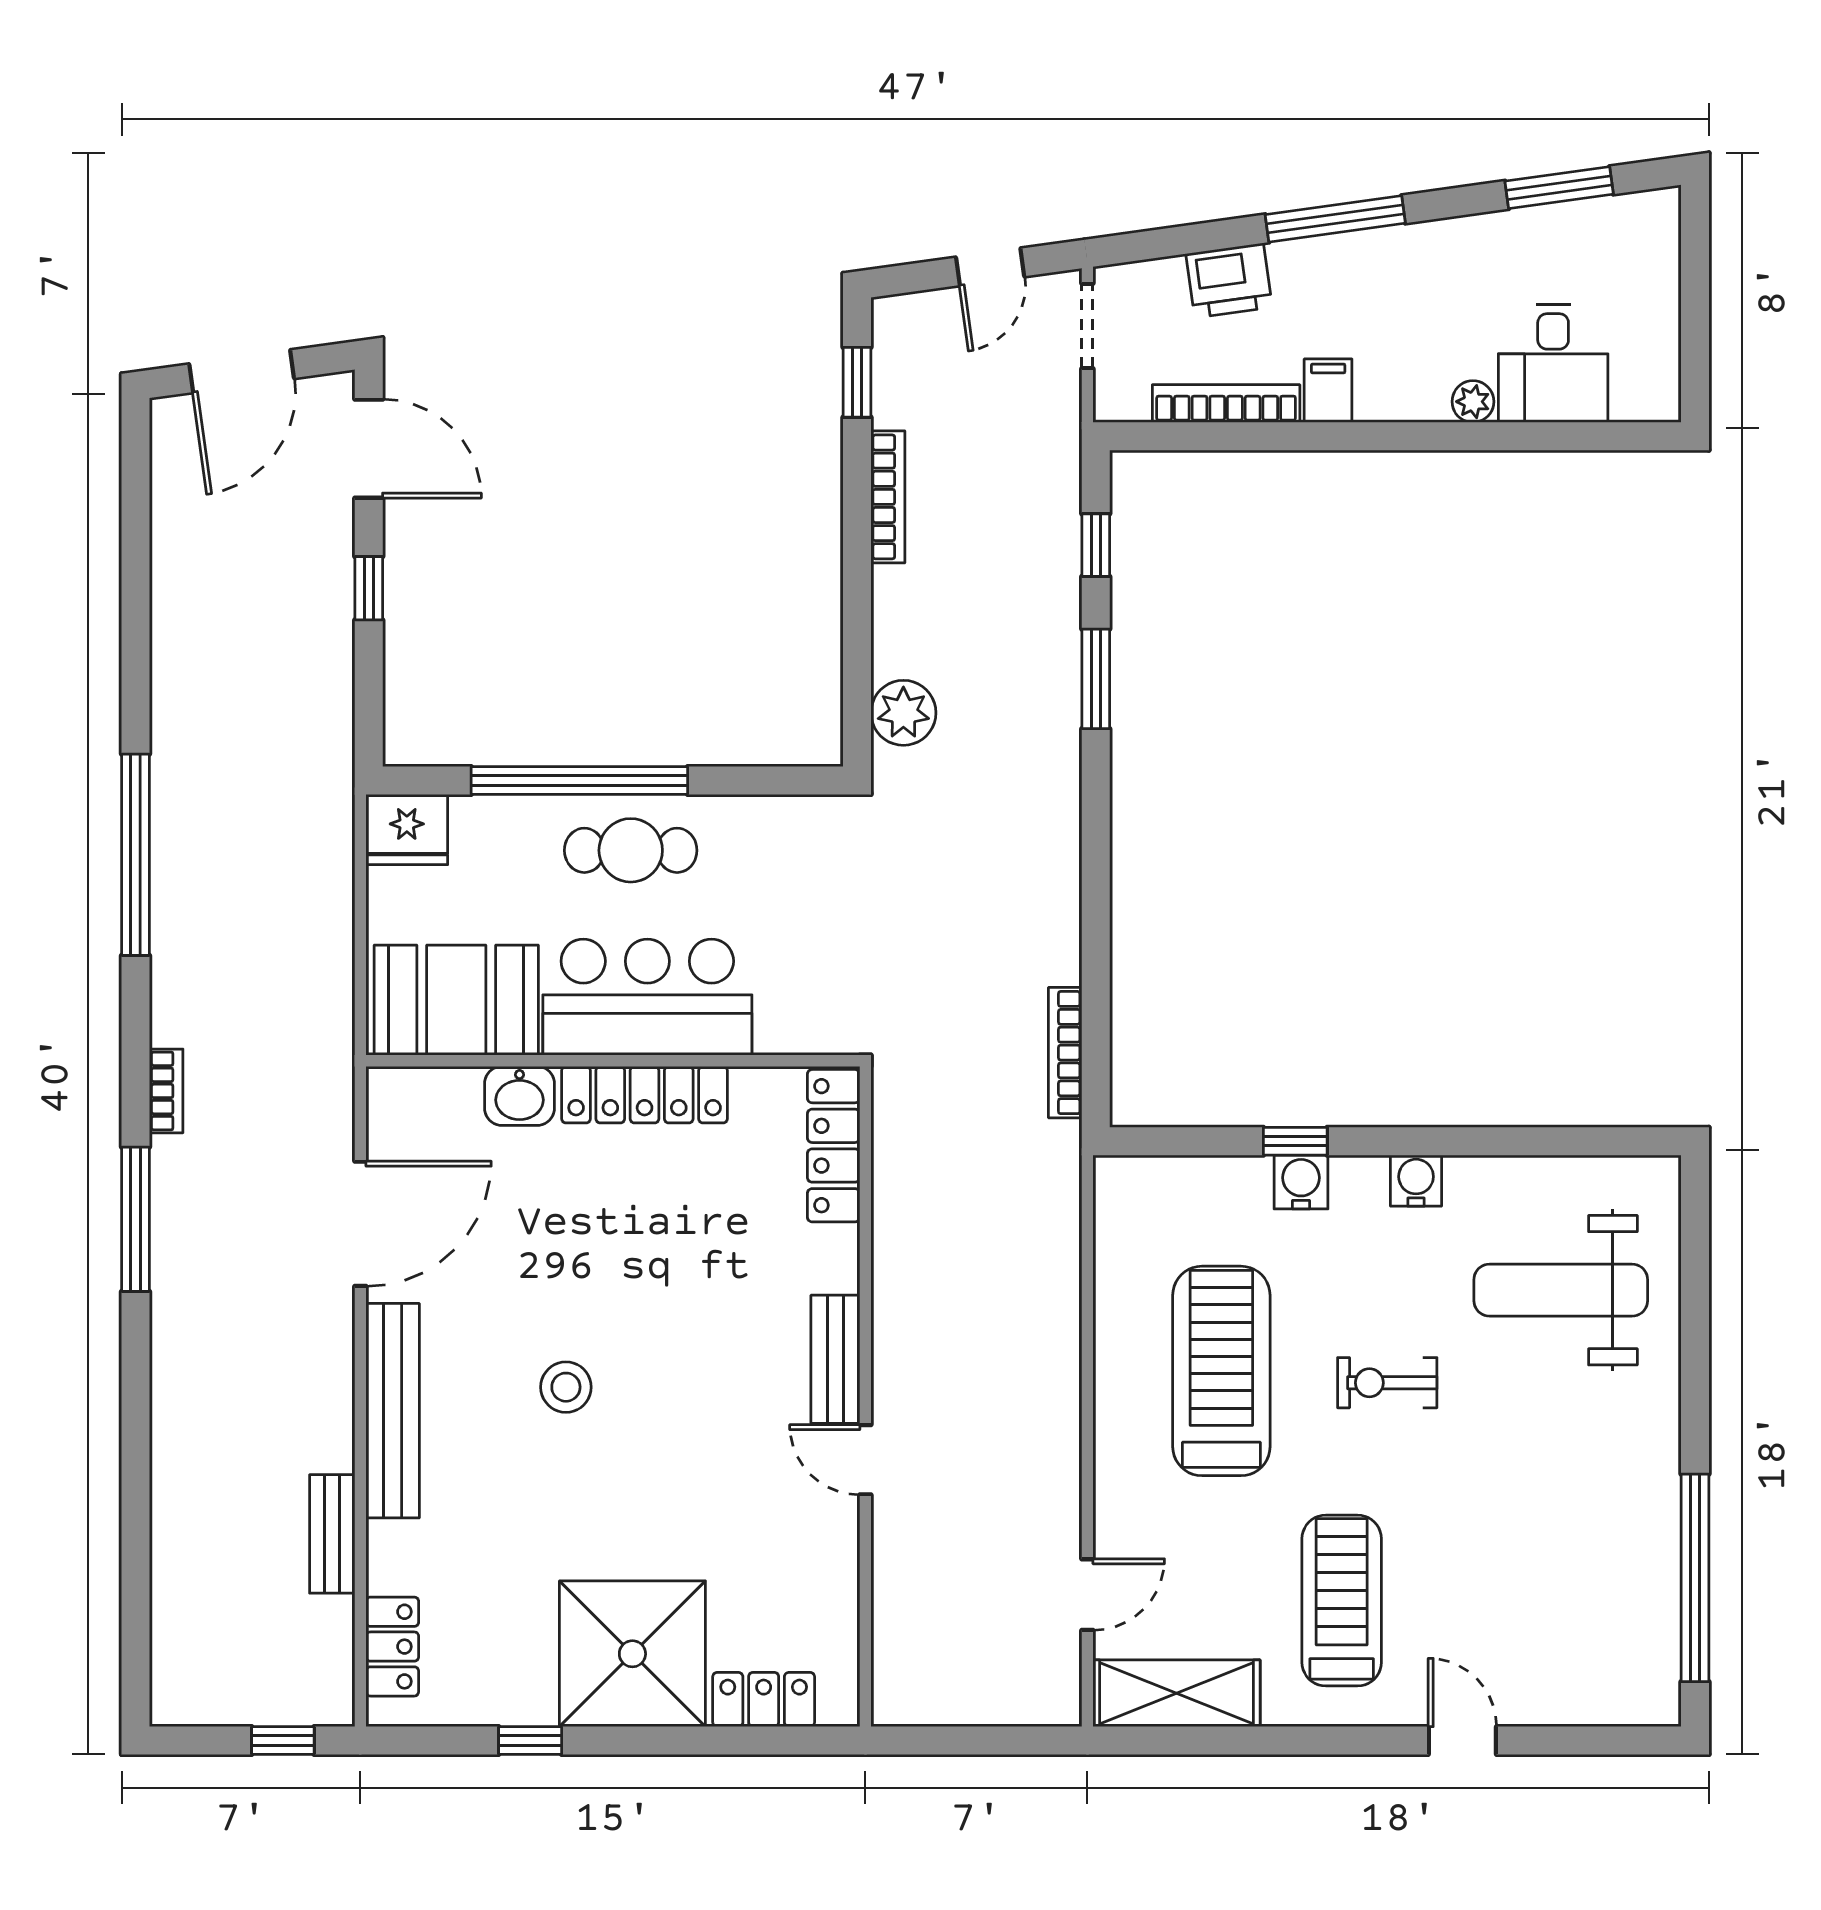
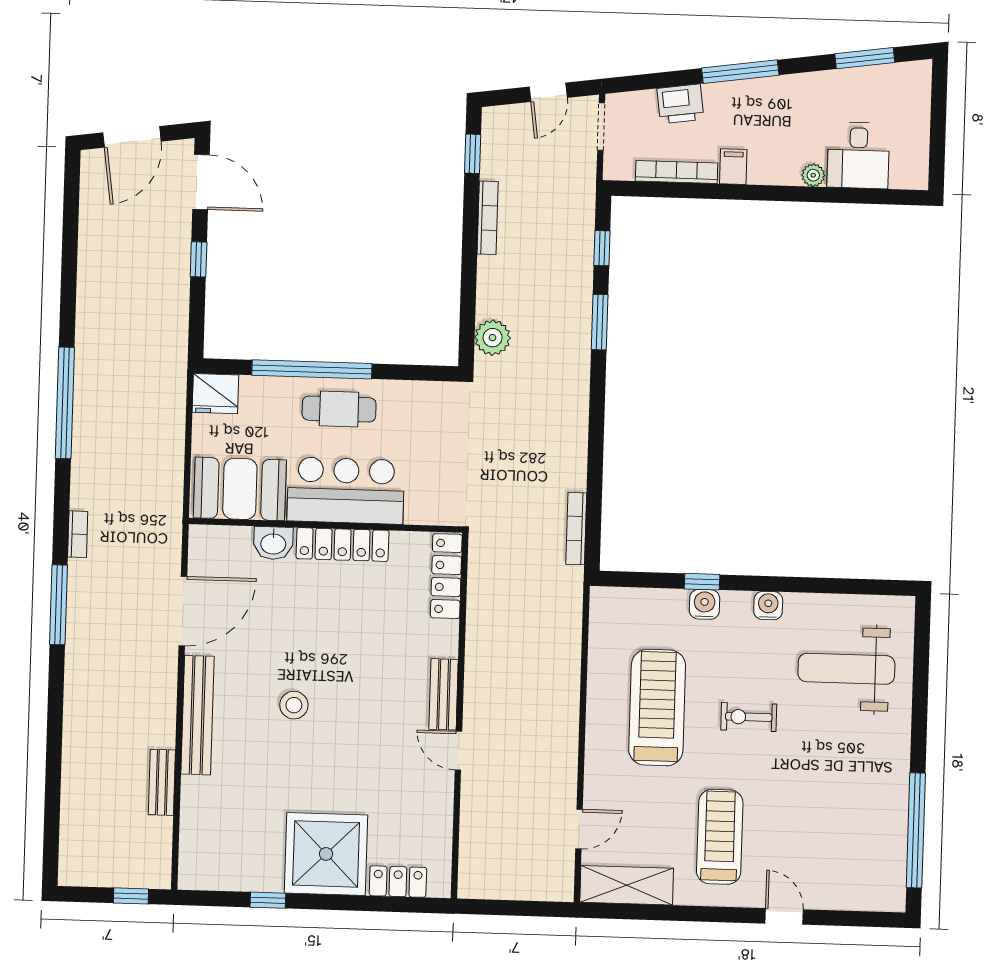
locker: (392, 1647) -> (193, 846), removed

